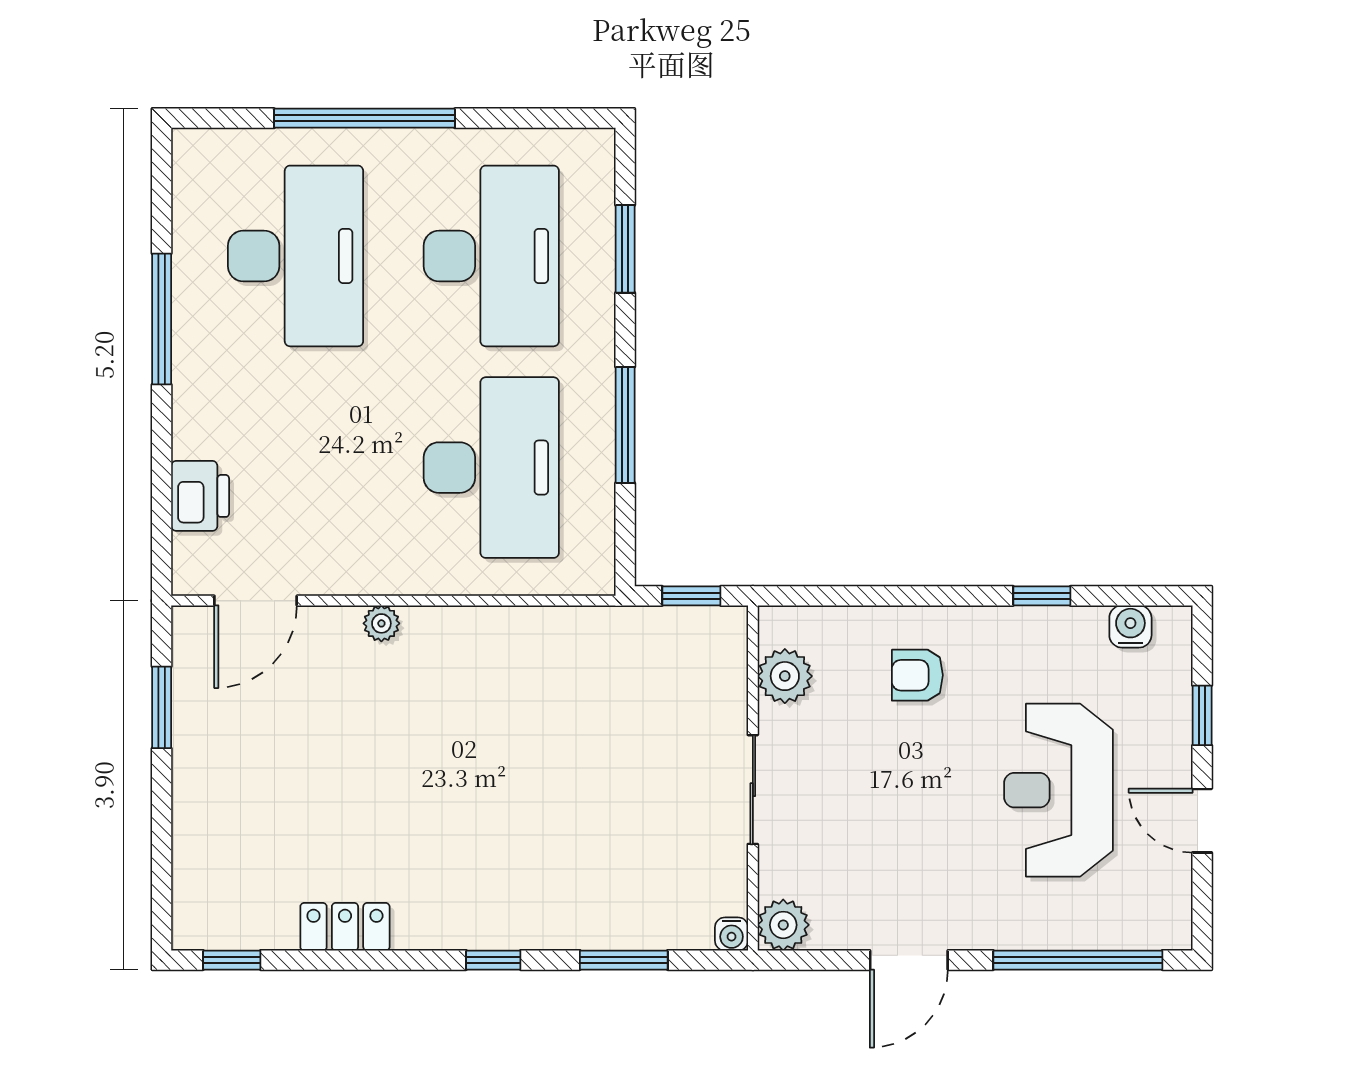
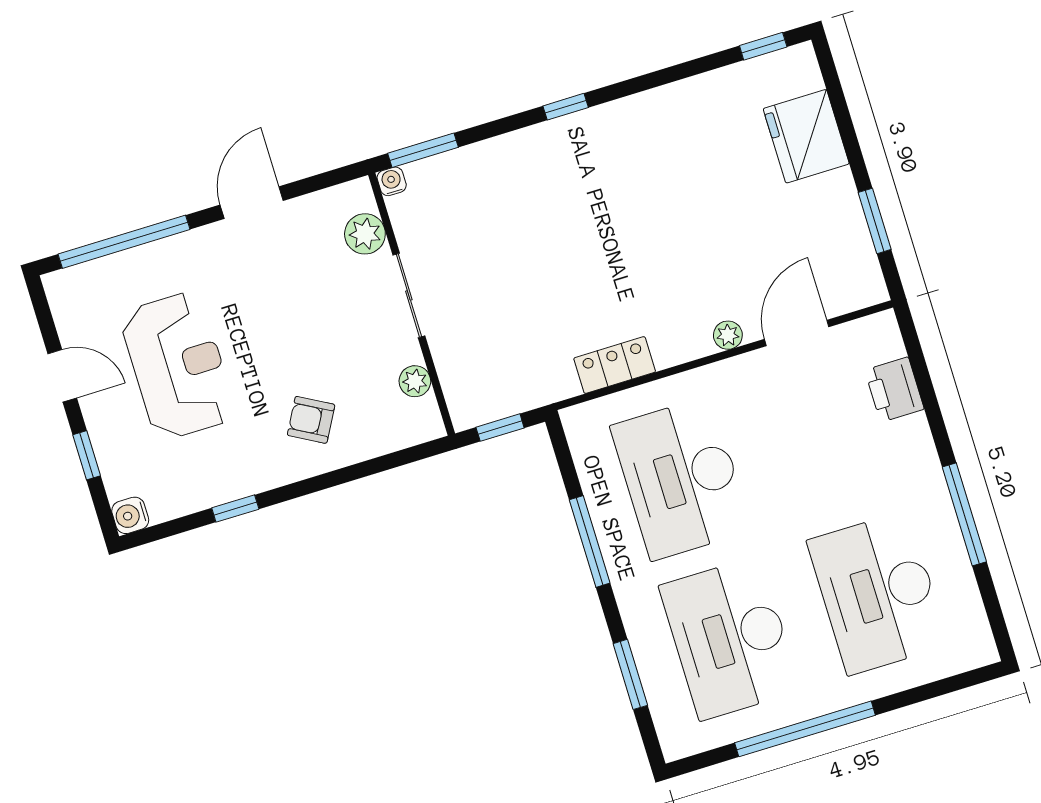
window: (364, 118) -> (805, 729), moved
door: (256, 601) -> (797, 333), moved
water cooler: (1130, 626) -> (130, 515), moved, turned 90
armchair: (917, 675) -> (311, 420), turned -151
plant: (785, 676) -> (415, 381), width x0.73, depth x0.73
fridge: (213, 835) -> (806, 136), added
plant: (783, 925) -> (365, 234), moved
locker: (345, 927) -> (615, 365), moved, turned 180
window: (624, 960) -> (423, 150), moved

